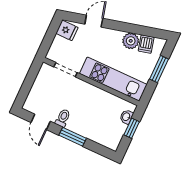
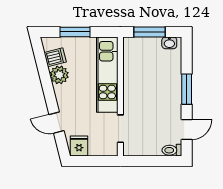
washbasin: (126, 117) -> (169, 43), moved
toilet: (63, 118) -> (172, 150), moved
window: (132, 128) -> (150, 32), width x1.50

